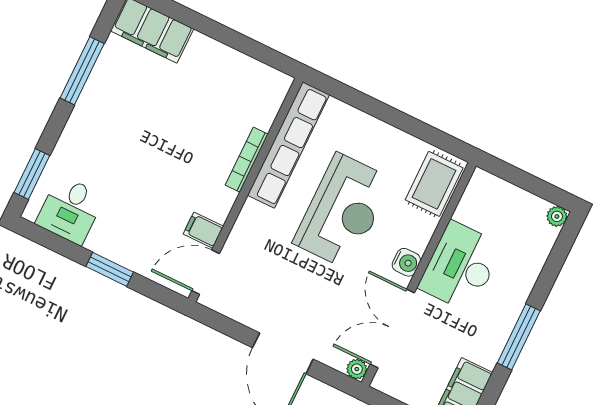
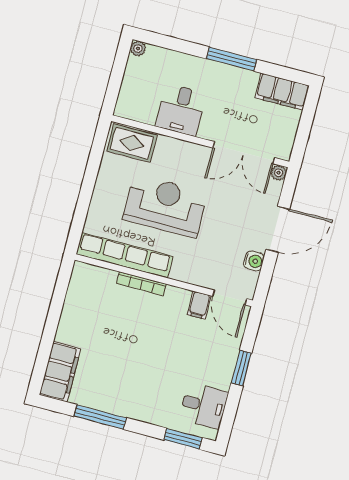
water cooler: (406, 262) -> (254, 261), moved, turned 90
desk: (461, 266) -> (181, 110), width x0.73

